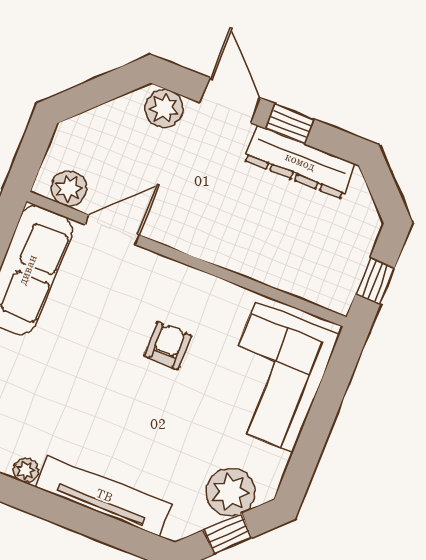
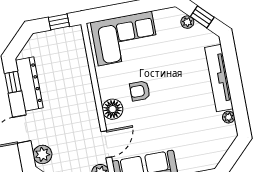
window: (290, 124) -> (13, 82), moved
door: (112, 230) -> (106, 144), swing flipped
floor lamp: (166, 279) -> (113, 109), added
plant: (231, 492) -> (187, 22), width x0.53, depth x0.53

